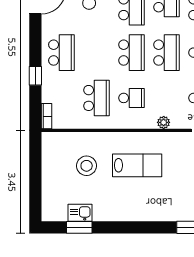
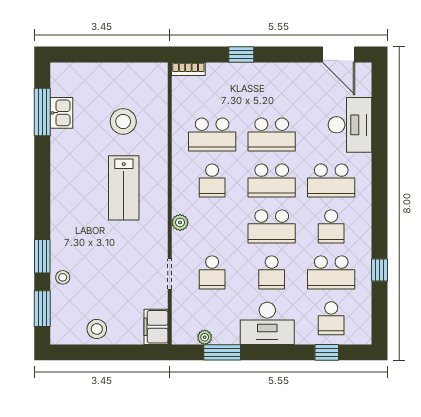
school desk: (61, 53) -> (272, 135), moved
window: (79, 227) -> (42, 112), width x1.44

